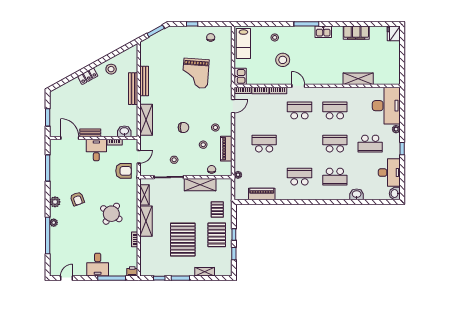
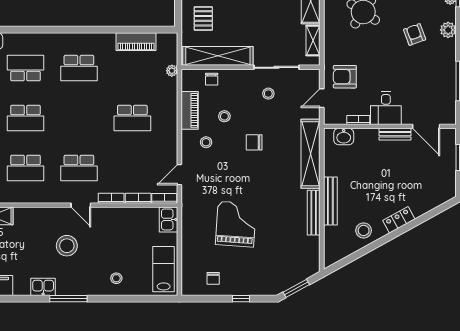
stool: (283, 60) -> (67, 246), moved
shelving: (146, 120) -> (311, 154), width x1.47
shelving: (200, 185) -> (218, 56), width x1.47

